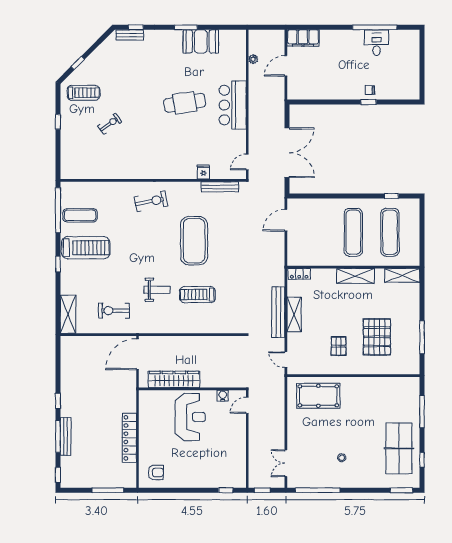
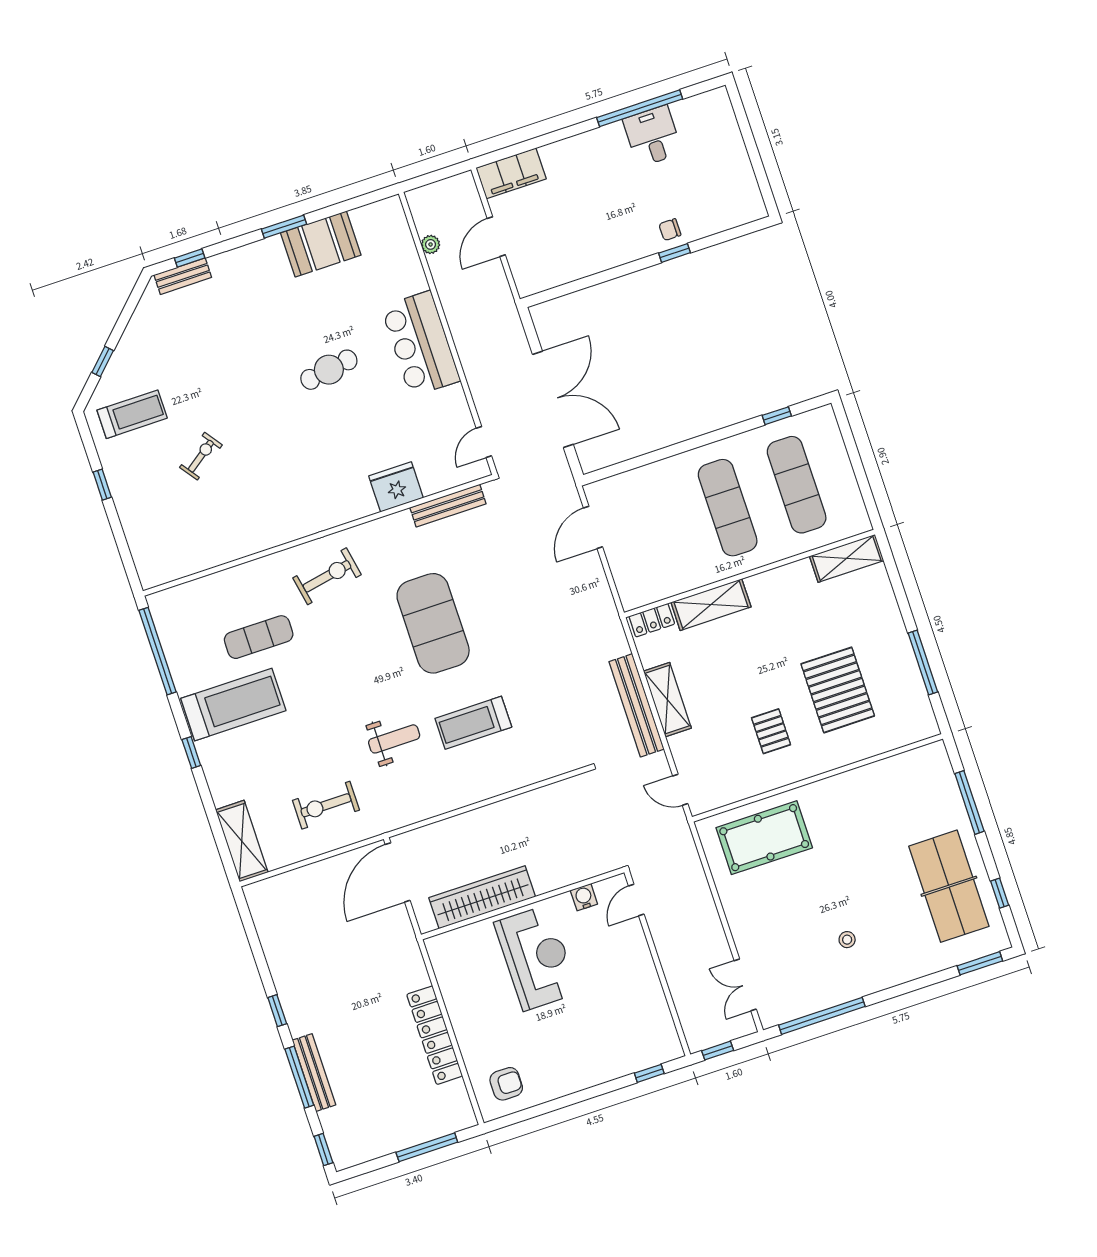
cafe table: (185, 103) -> (329, 370), width x0.73, depth x0.74
fridge: (203, 172) -> (396, 487), width x1.88, depth x1.34
exercise mat: (80, 215) -> (259, 637), moved
shelving: (355, 276) -> (711, 605), moved

